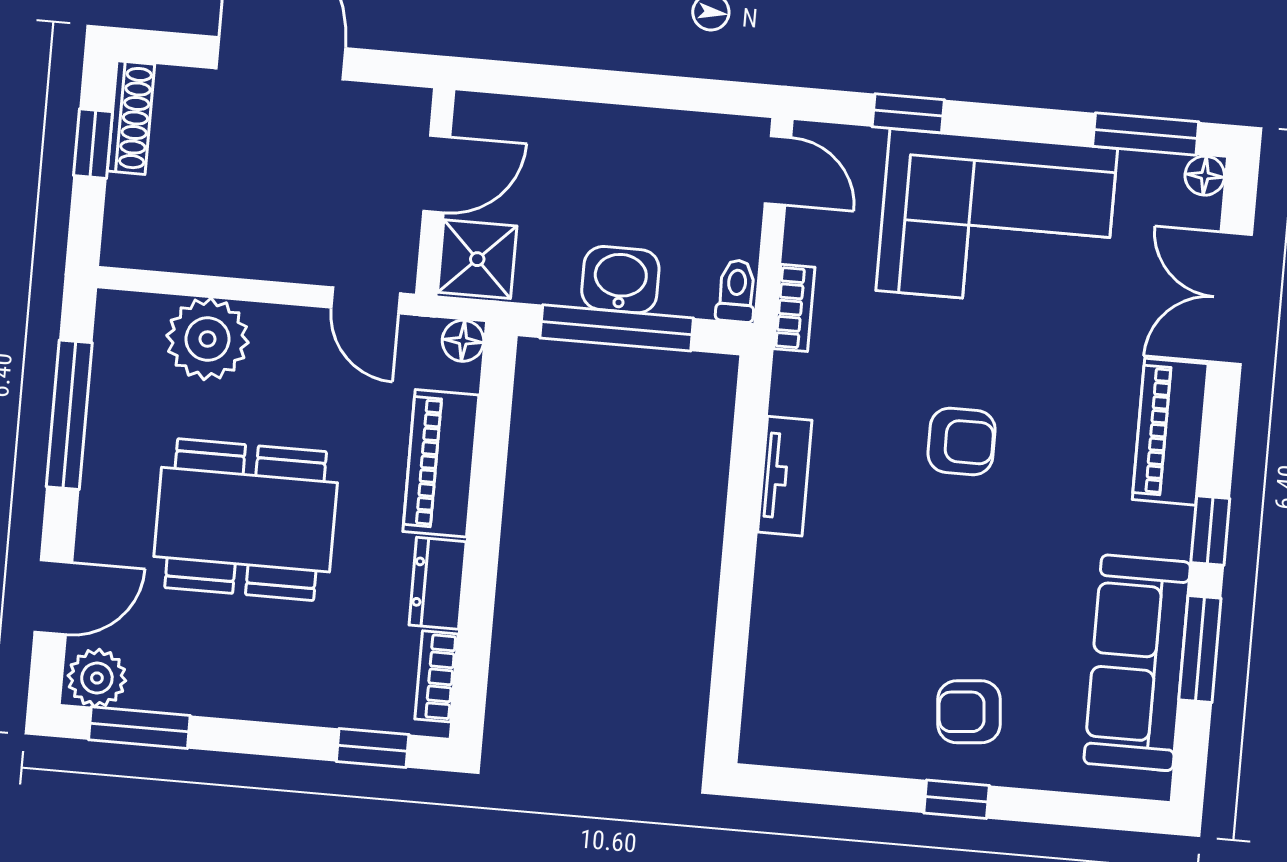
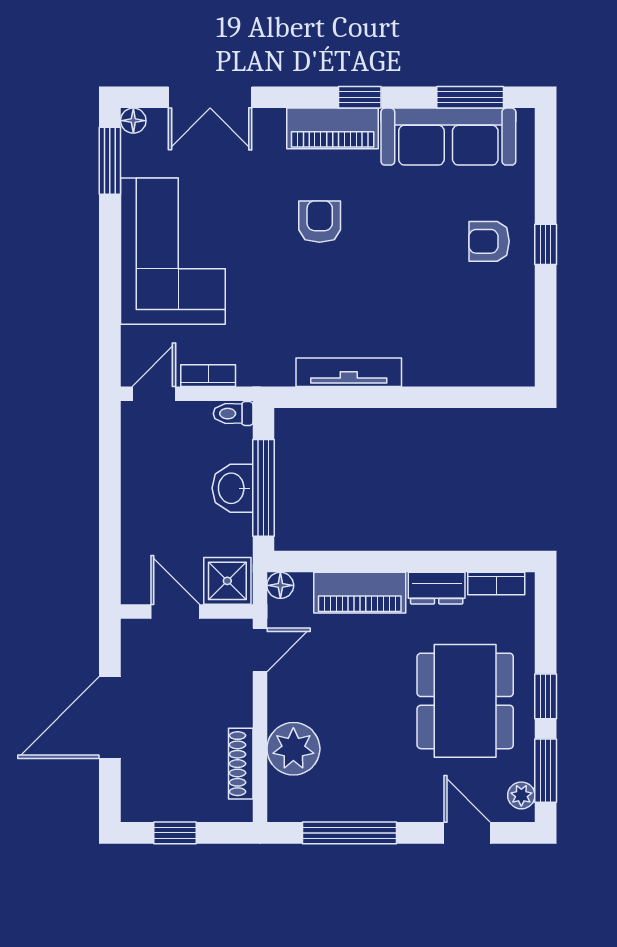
window: (908, 113) -> (110, 314), removed
shoe rack: (131, 118) -> (241, 764), moved, turned -90
bookcase: (794, 308) -> (208, 376), moved
piano: (1170, 432) -> (333, 128), moved
armchair: (962, 442) -> (320, 222), moved
tv unit: (785, 476) -> (349, 372), width x1.41
dining table: (246, 520) -> (465, 701), moved
window: (1200, 649) -> (470, 97), moved
plant: (97, 678) -> (521, 795), width x0.73, depth x0.73
armchair: (969, 712) -> (489, 241), turned 95
window: (373, 748) -> (546, 696), moved

